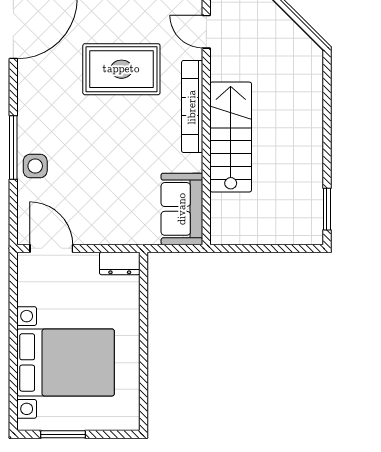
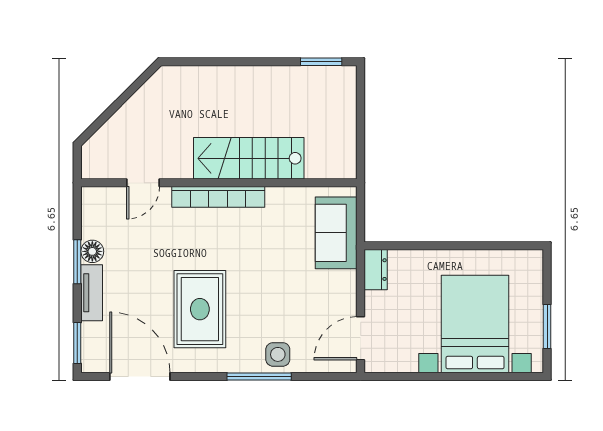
rug: (121, 69) -> (200, 309), moved
sofa: (182, 209) -> (336, 233), moved, turned 90

